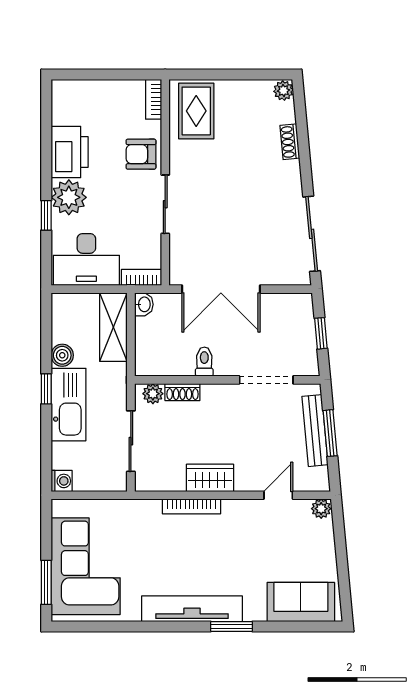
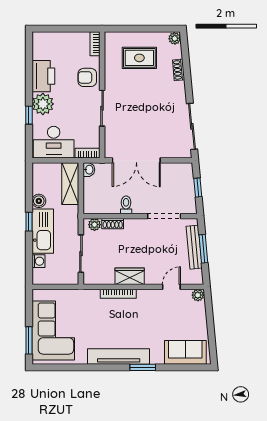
rug: (196, 111) -> (139, 58), moved, turned 90
washing machine: (62, 481) -> (38, 261), moved

